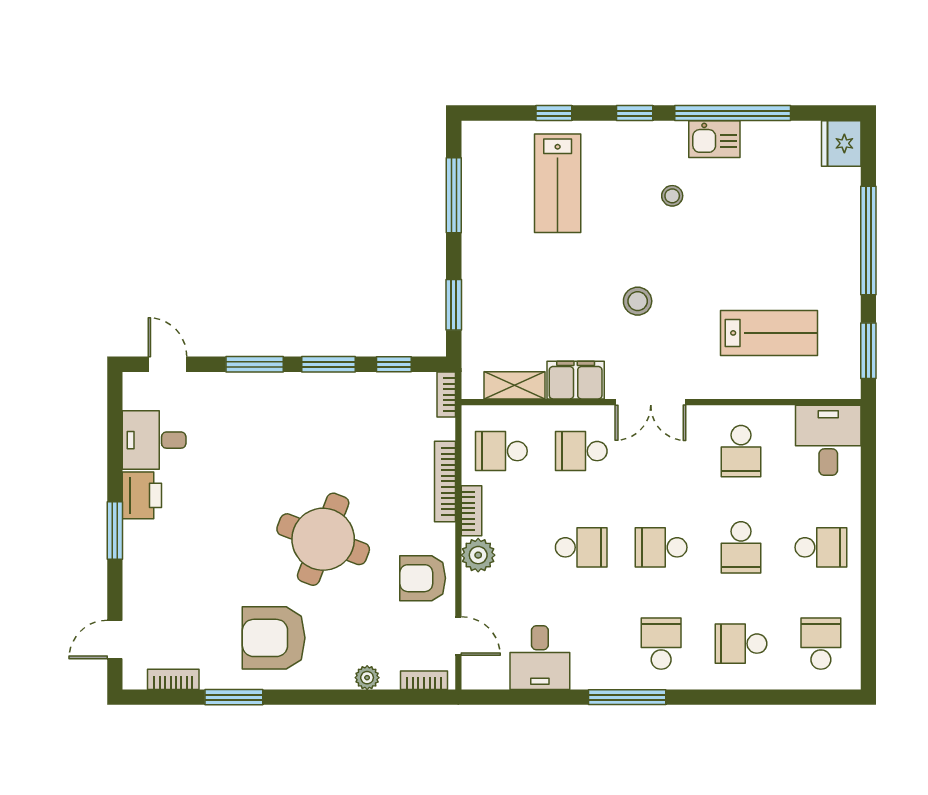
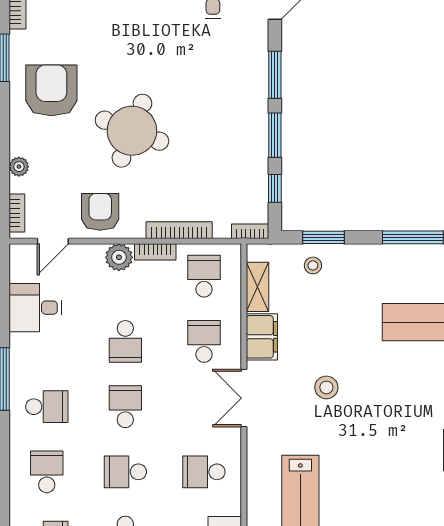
stool: (672, 196) -> (313, 265), moved

